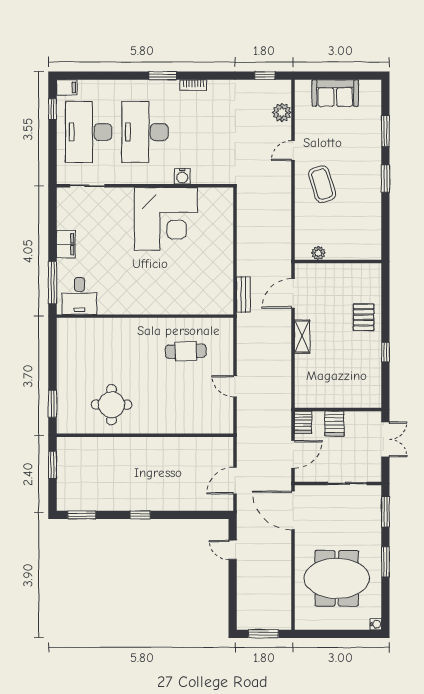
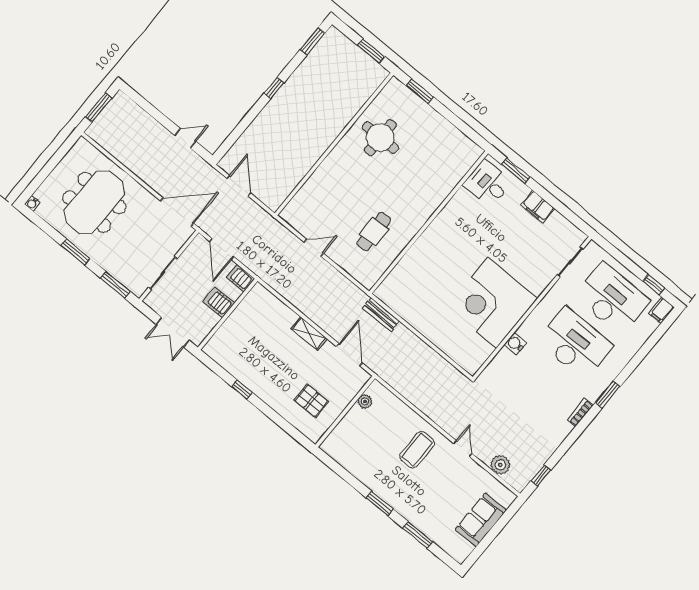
coffee table: (322, 184) -> (417, 450), turned -73
window: (52, 283) -> (516, 171), width x0.69
pallet: (364, 317) -> (311, 401), moved

